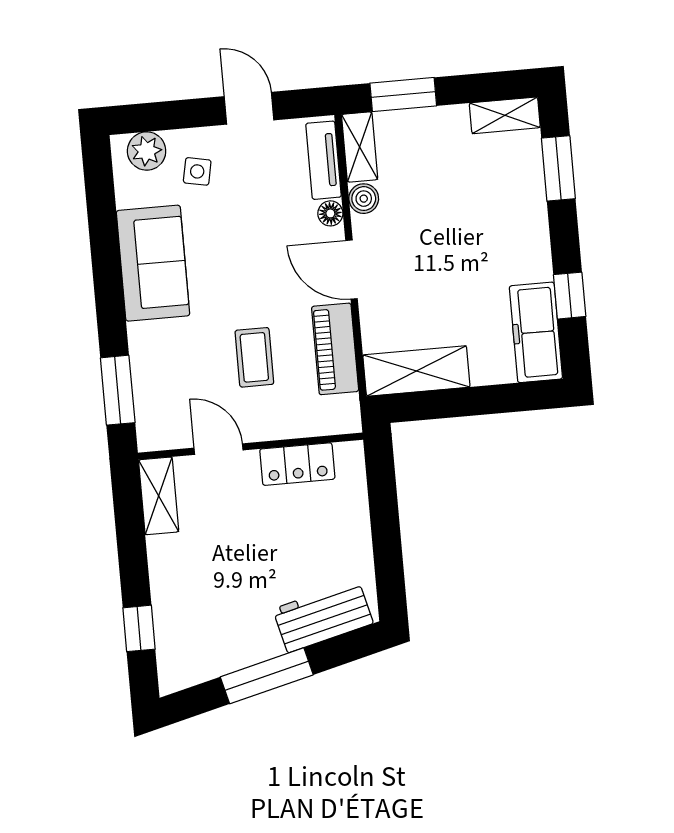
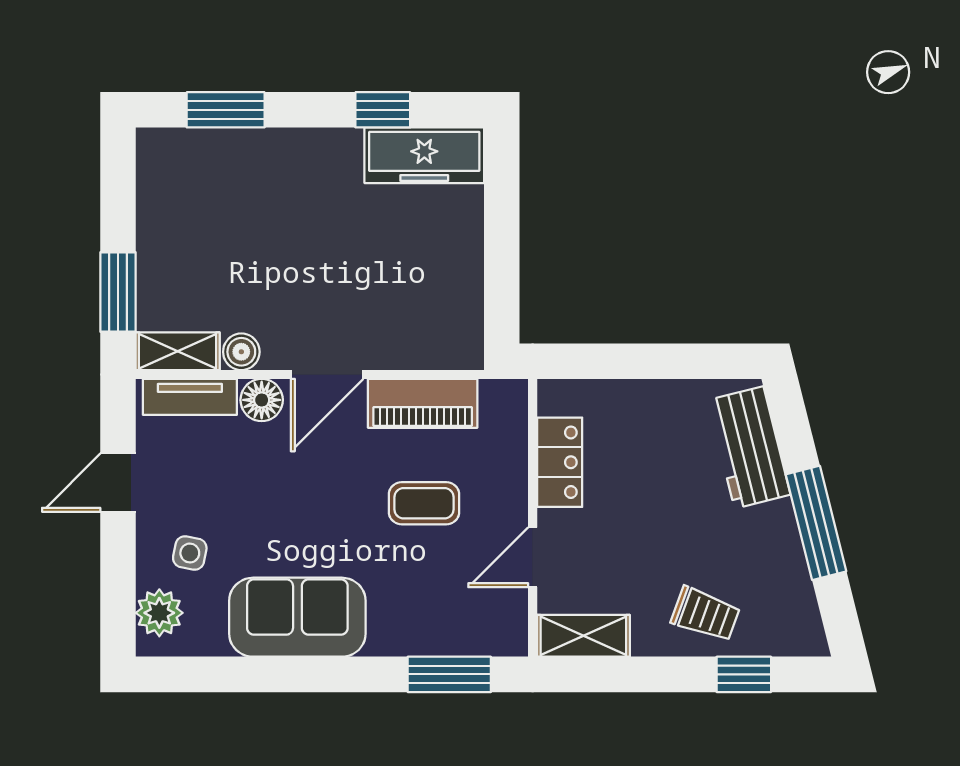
shelving: (505, 115) -> (155, 170), removed
floor lamp: (330, 213) -> (262, 400), width x1.37, depth x1.37
shelving: (416, 371) -> (458, 306), removed
trolley: (185, 593) -> (705, 614), added

